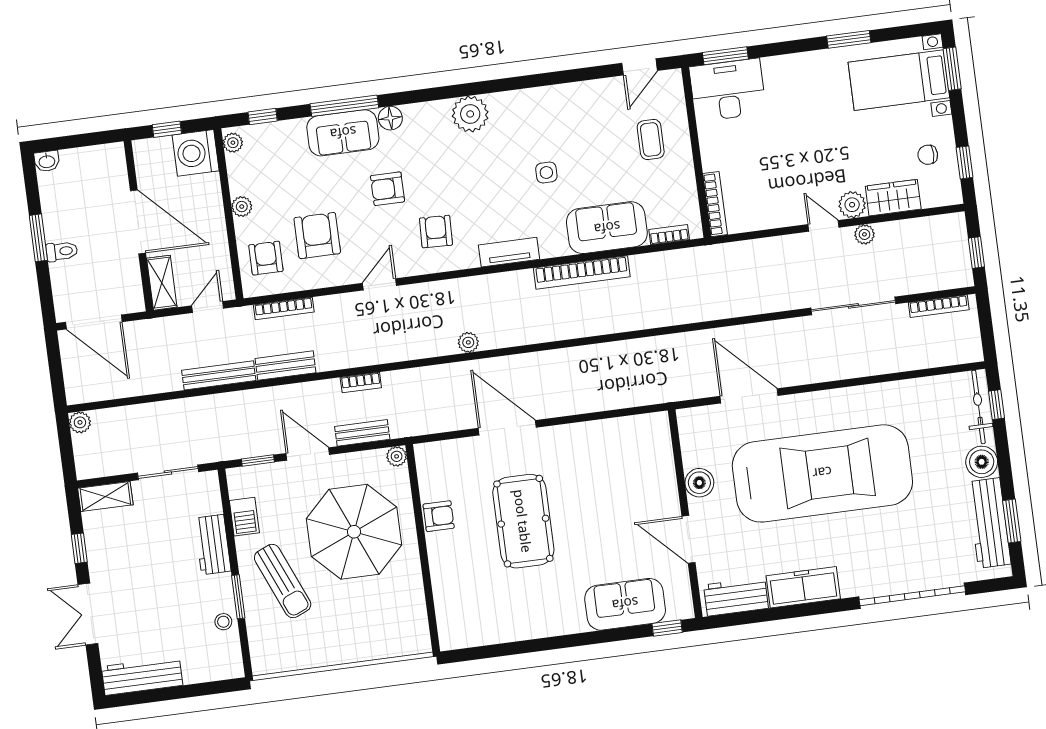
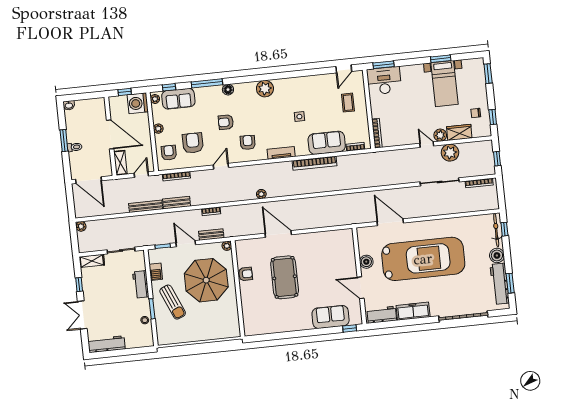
bed with nightstands: (899, 80) -> (444, 84), moved, turned -90
sofa: (343, 133) -> (178, 99), moved
plant: (864, 234) -> (450, 153), width x1.88, depth x1.88

